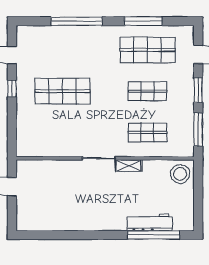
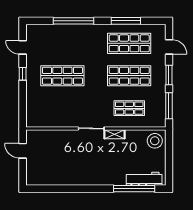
shop shelf: (148, 91) -> (129, 76), width x1.43, depth x1.36
workbench: (150, 222) -> (144, 179), moved

